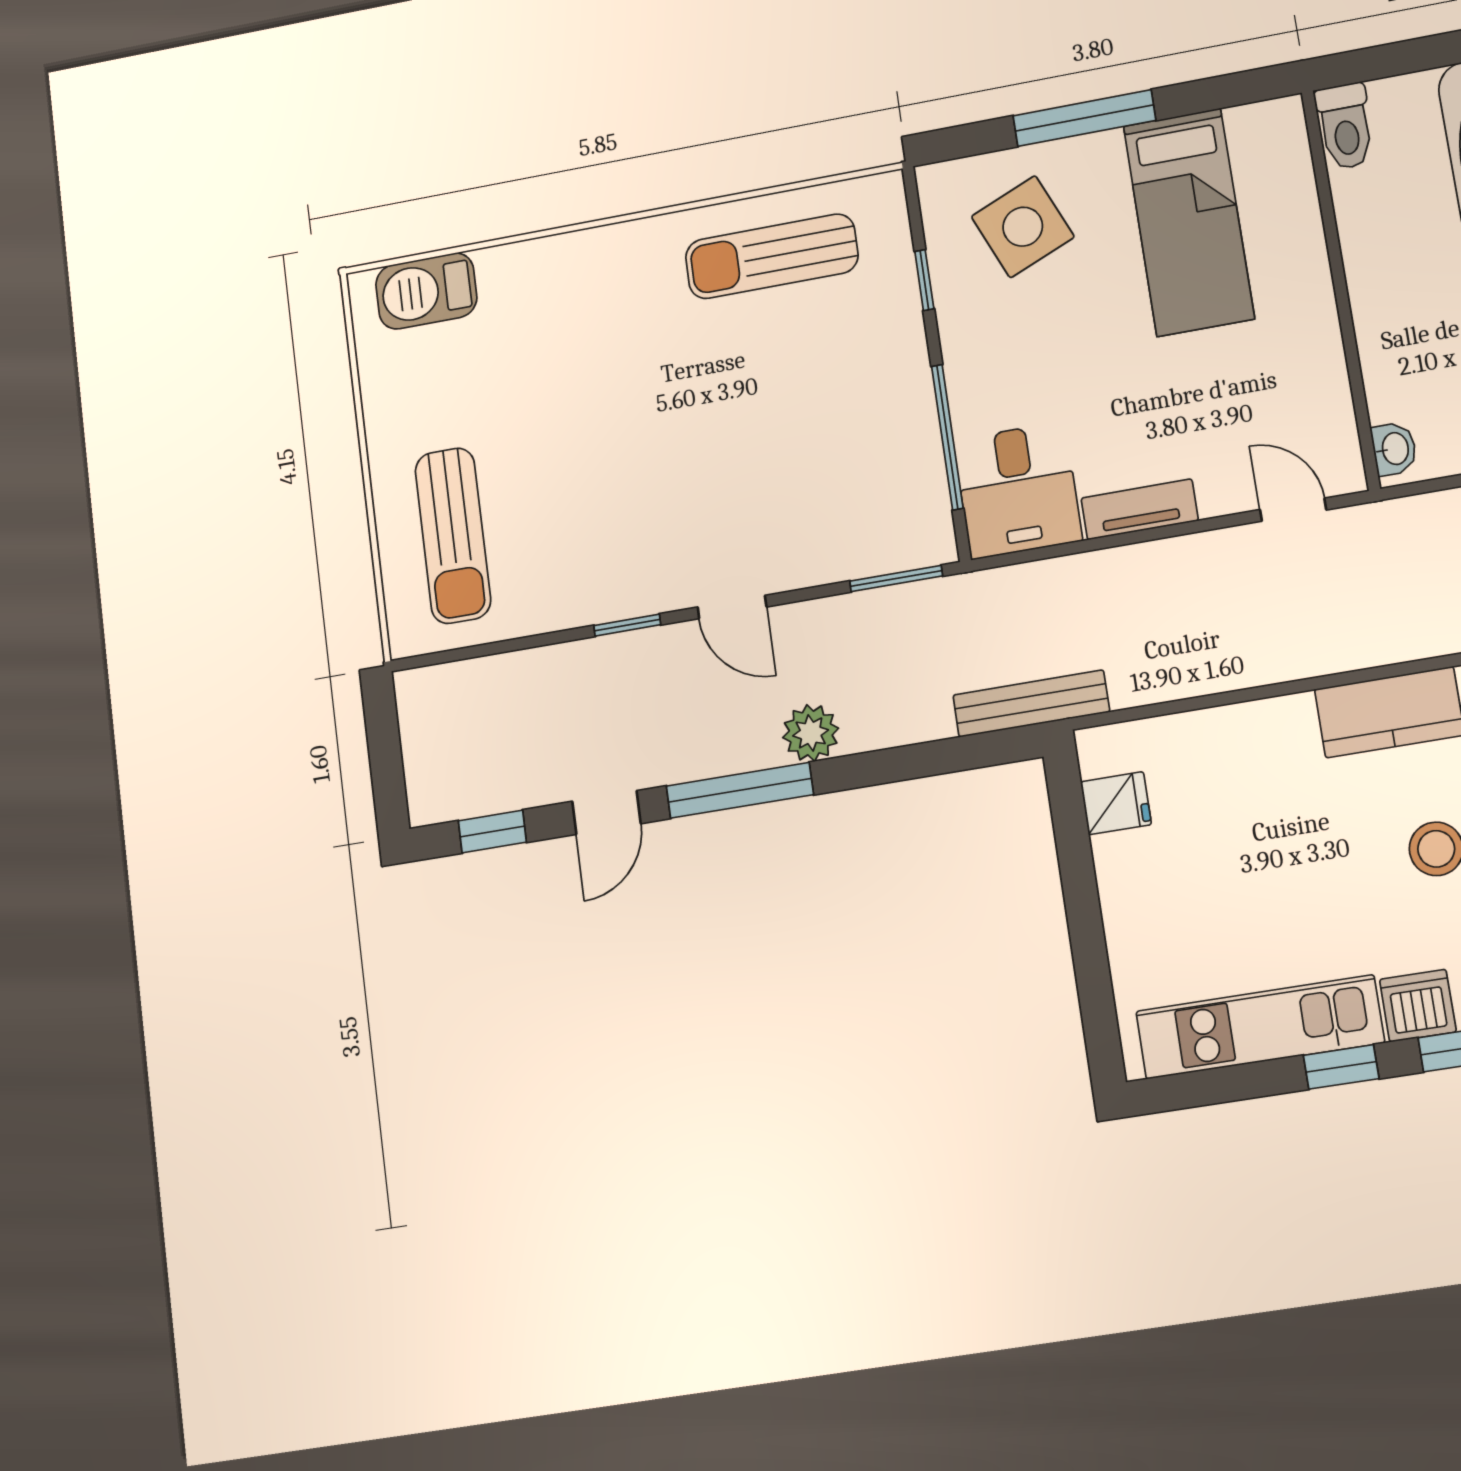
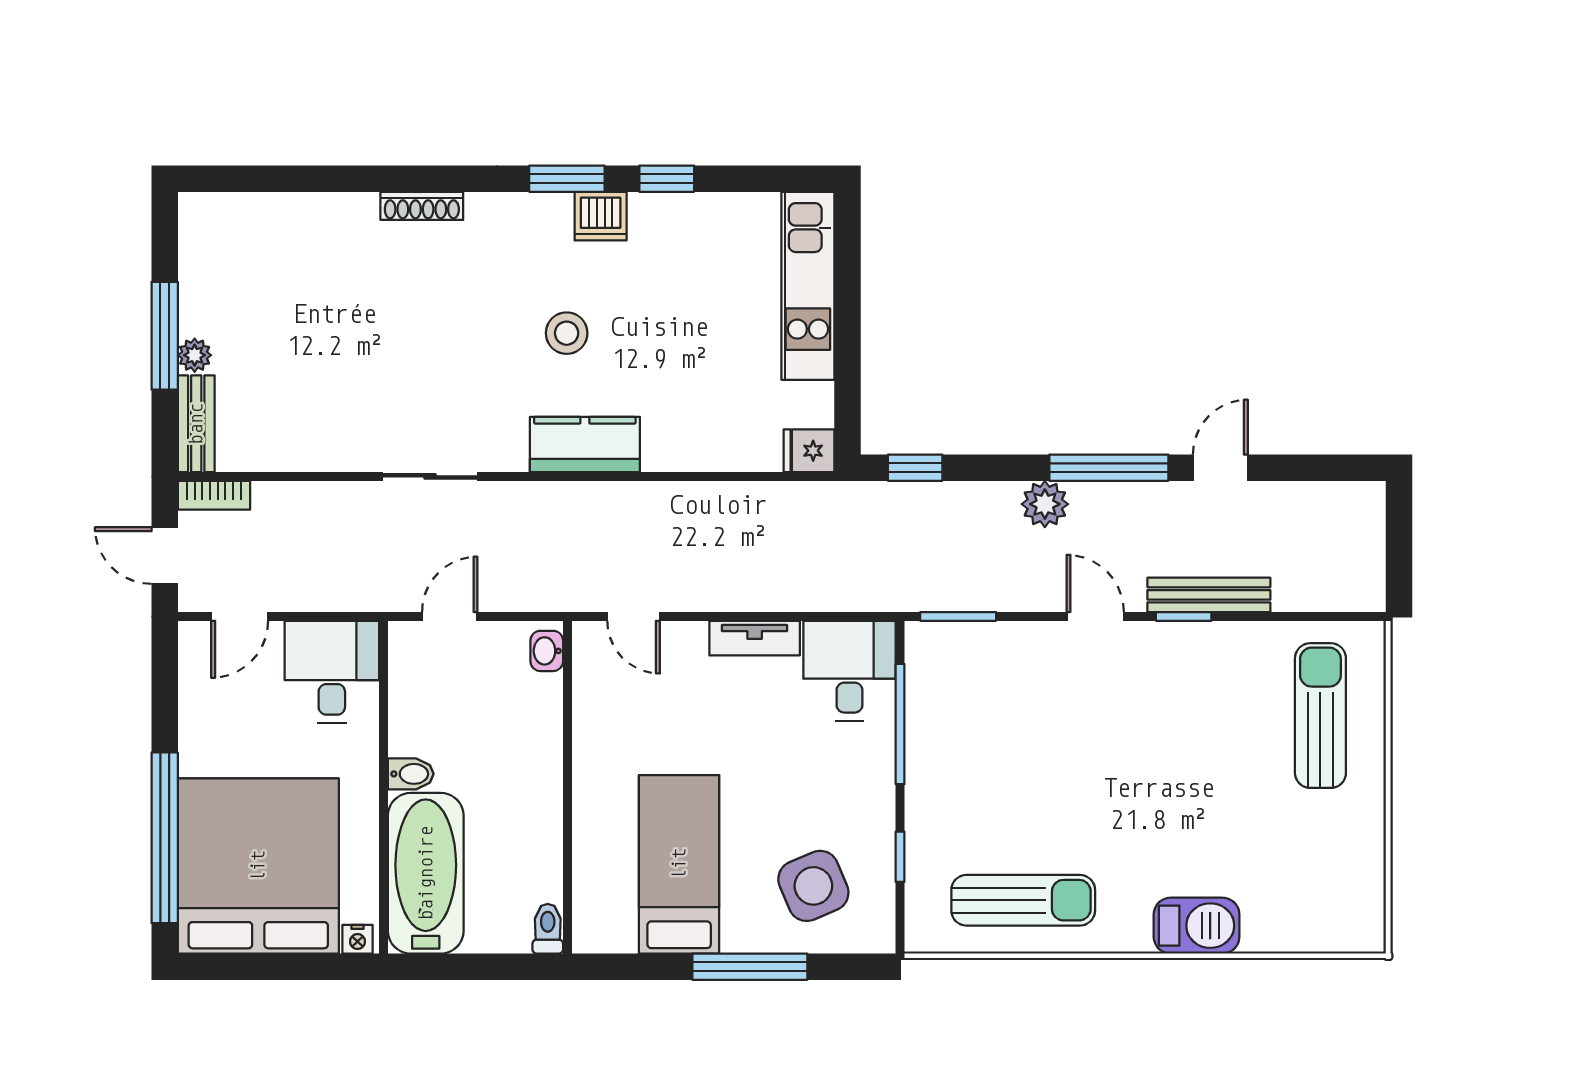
toilet: (1345, 126) -> (548, 929), width x0.73, depth x0.72
barbecue: (426, 291) -> (1197, 926), moved
bench: (1031, 704) -> (1209, 595), moved
fridge: (1116, 803) -> (809, 451), moved
window: (492, 831) -> (915, 468), moved
kitchen unit: (1260, 1027) -> (808, 286), moved, turned 90

